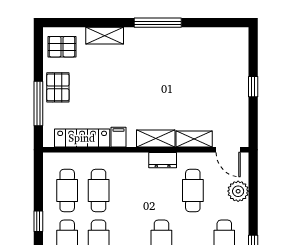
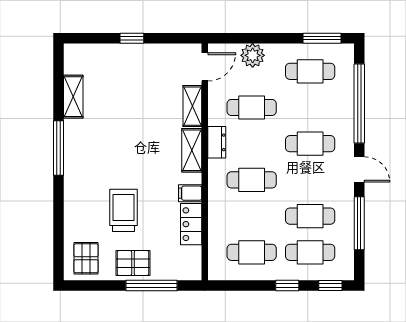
shelving: (105, 36) -> (73, 97), moved
trolley: (103, 79) -> (124, 210), added
locker: (82, 138) -> (191, 224), width x0.66
cafe table: (99, 190) -> (252, 180), moved

